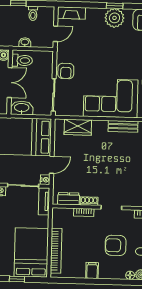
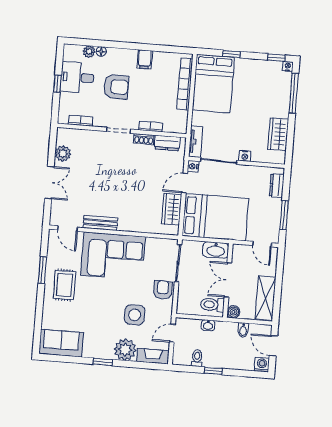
plant: (114, 18) -> (125, 350), moved
side table: (89, 48) -> (135, 315), added
wardrobe: (78, 127) -> (172, 209), moved, turned -90

